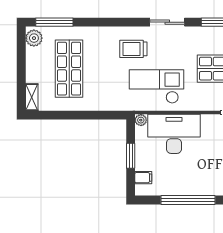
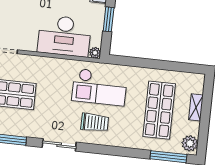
checkout: (156, 86) -> (99, 87), moved
shelving: (32, 97) -> (196, 107), moved

